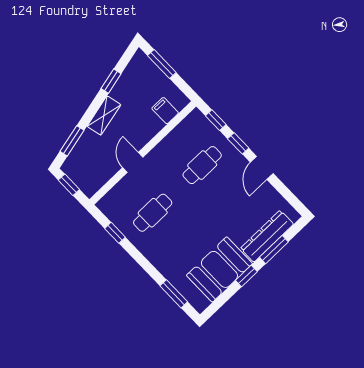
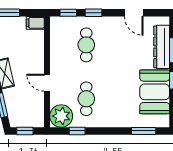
filing cabinet: (165, 111) -> (35, 23), moved
door: (262, 168) -> (134, 13), moved
plant: (115, 205) -> (61, 116), added

